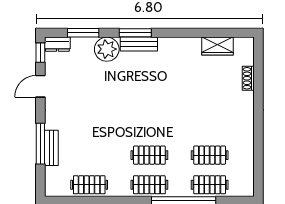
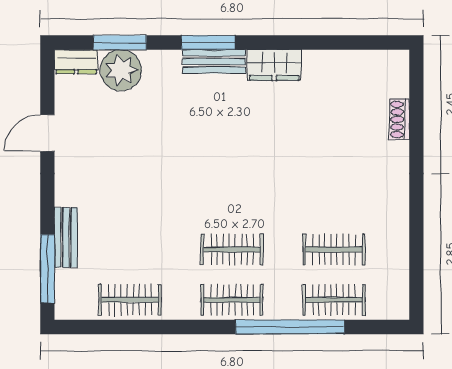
wardrobe: (218, 46) -> (274, 65), moved
plant: (107, 49) -> (121, 70), moved
window: (40, 53) -> (47, 76), removed
window: (40, 144) -> (47, 269), moved

